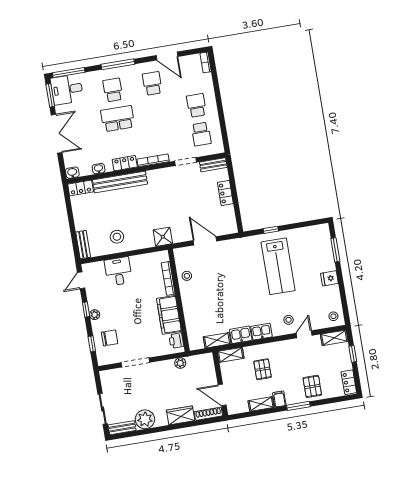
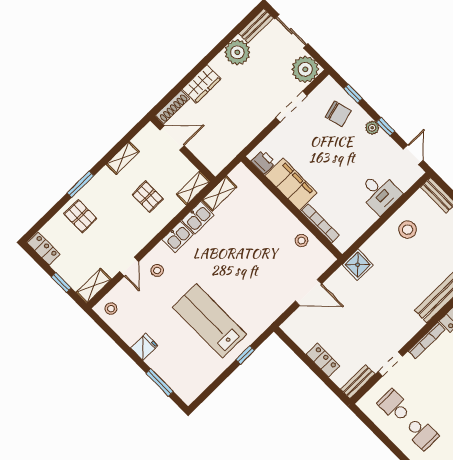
chair: (110, 338) -> (338, 114), turned -105
plant: (180, 363) -> (305, 69), moved, width x1.88, depth x1.88
filing cabinet: (279, 399) -> (107, 177), removed

